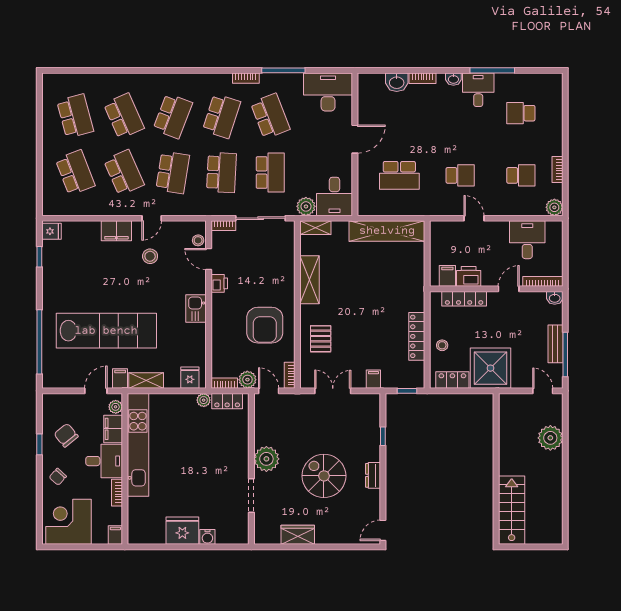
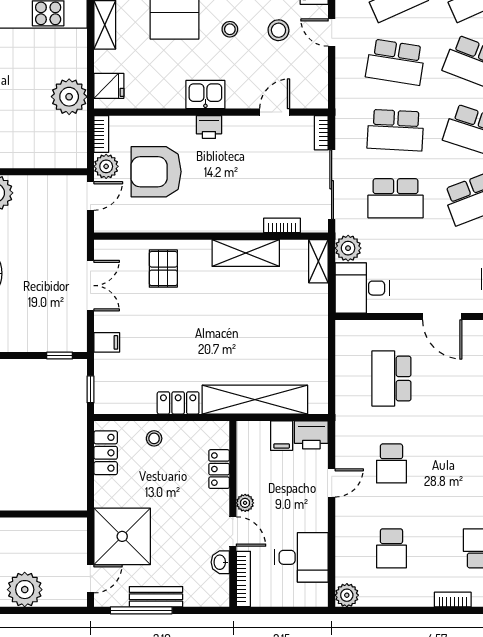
bookcase: (558, 169) -> (453, 600), moved
shelving: (387, 231) -> (255, 400), moved, turned 90
stool: (198, 240) -> (230, 29), moved
filing cabinet: (447, 276) -> (282, 436), moved, turned 90
printer: (469, 276) -> (311, 435), moved, turned 90
plant: (488, 280) -> (245, 503), added
printer: (219, 283) -> (209, 127), moved
washbasin: (555, 298) -> (220, 562), moved
locker: (464, 299) -> (219, 469), width x0.66
armchair: (265, 325) -> (156, 172), moved
locker: (417, 336) -> (178, 403), width x0.66
pallet: (321, 339) -> (163, 269), turned 90
shower: (490, 368) -> (122, 536), moved
bookcase: (290, 375) -> (282, 225), moved
plant: (204, 400) -> (69, 97), width x1.88, depth x1.88
locker: (227, 401) -> (76, 138), removed
window: (383, 436) -> (60, 356), moved

